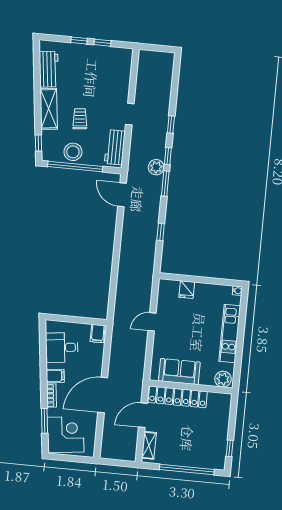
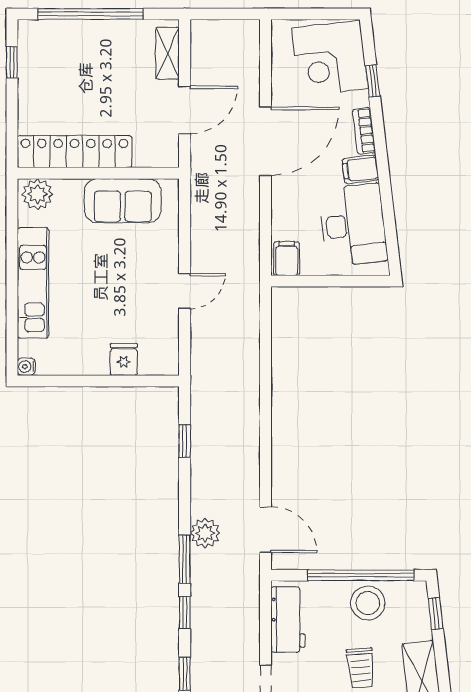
plant: (156, 167) -> (205, 533), moved
window: (161, 232) -> (185, 441), moved
desk: (62, 348) -> (353, 225), width x1.37
locker: (178, 397) -> (75, 152), moved
window: (45, 421) -> (373, 81), width x0.67

